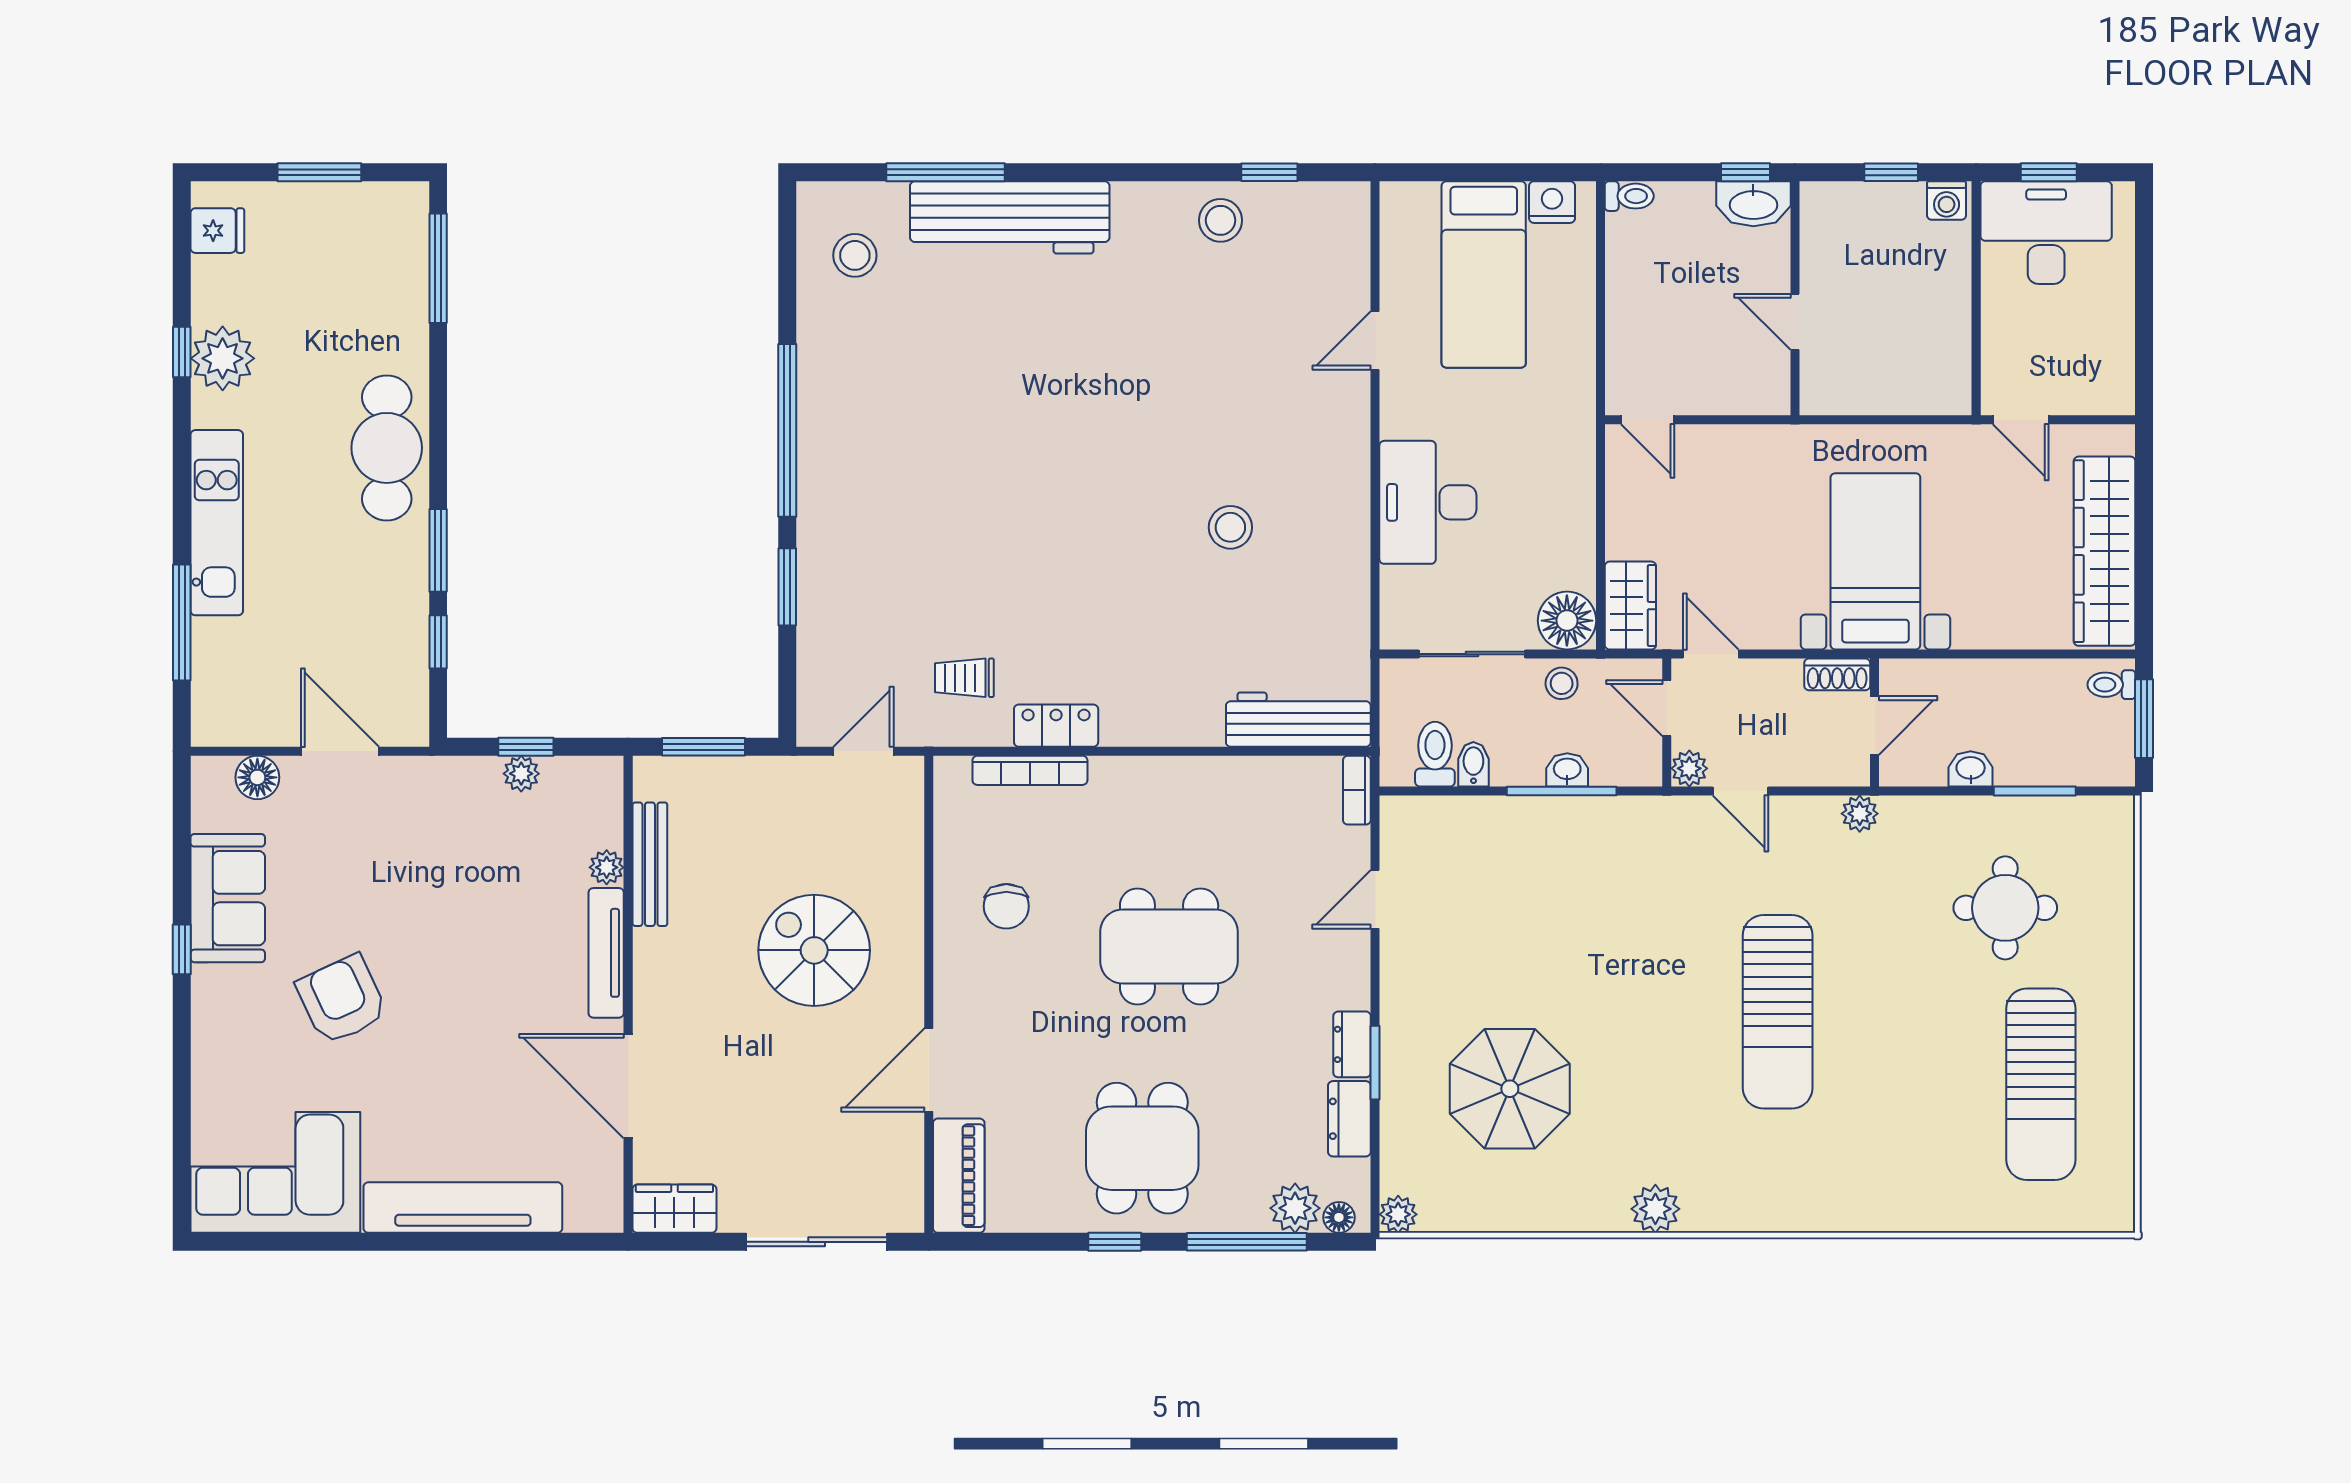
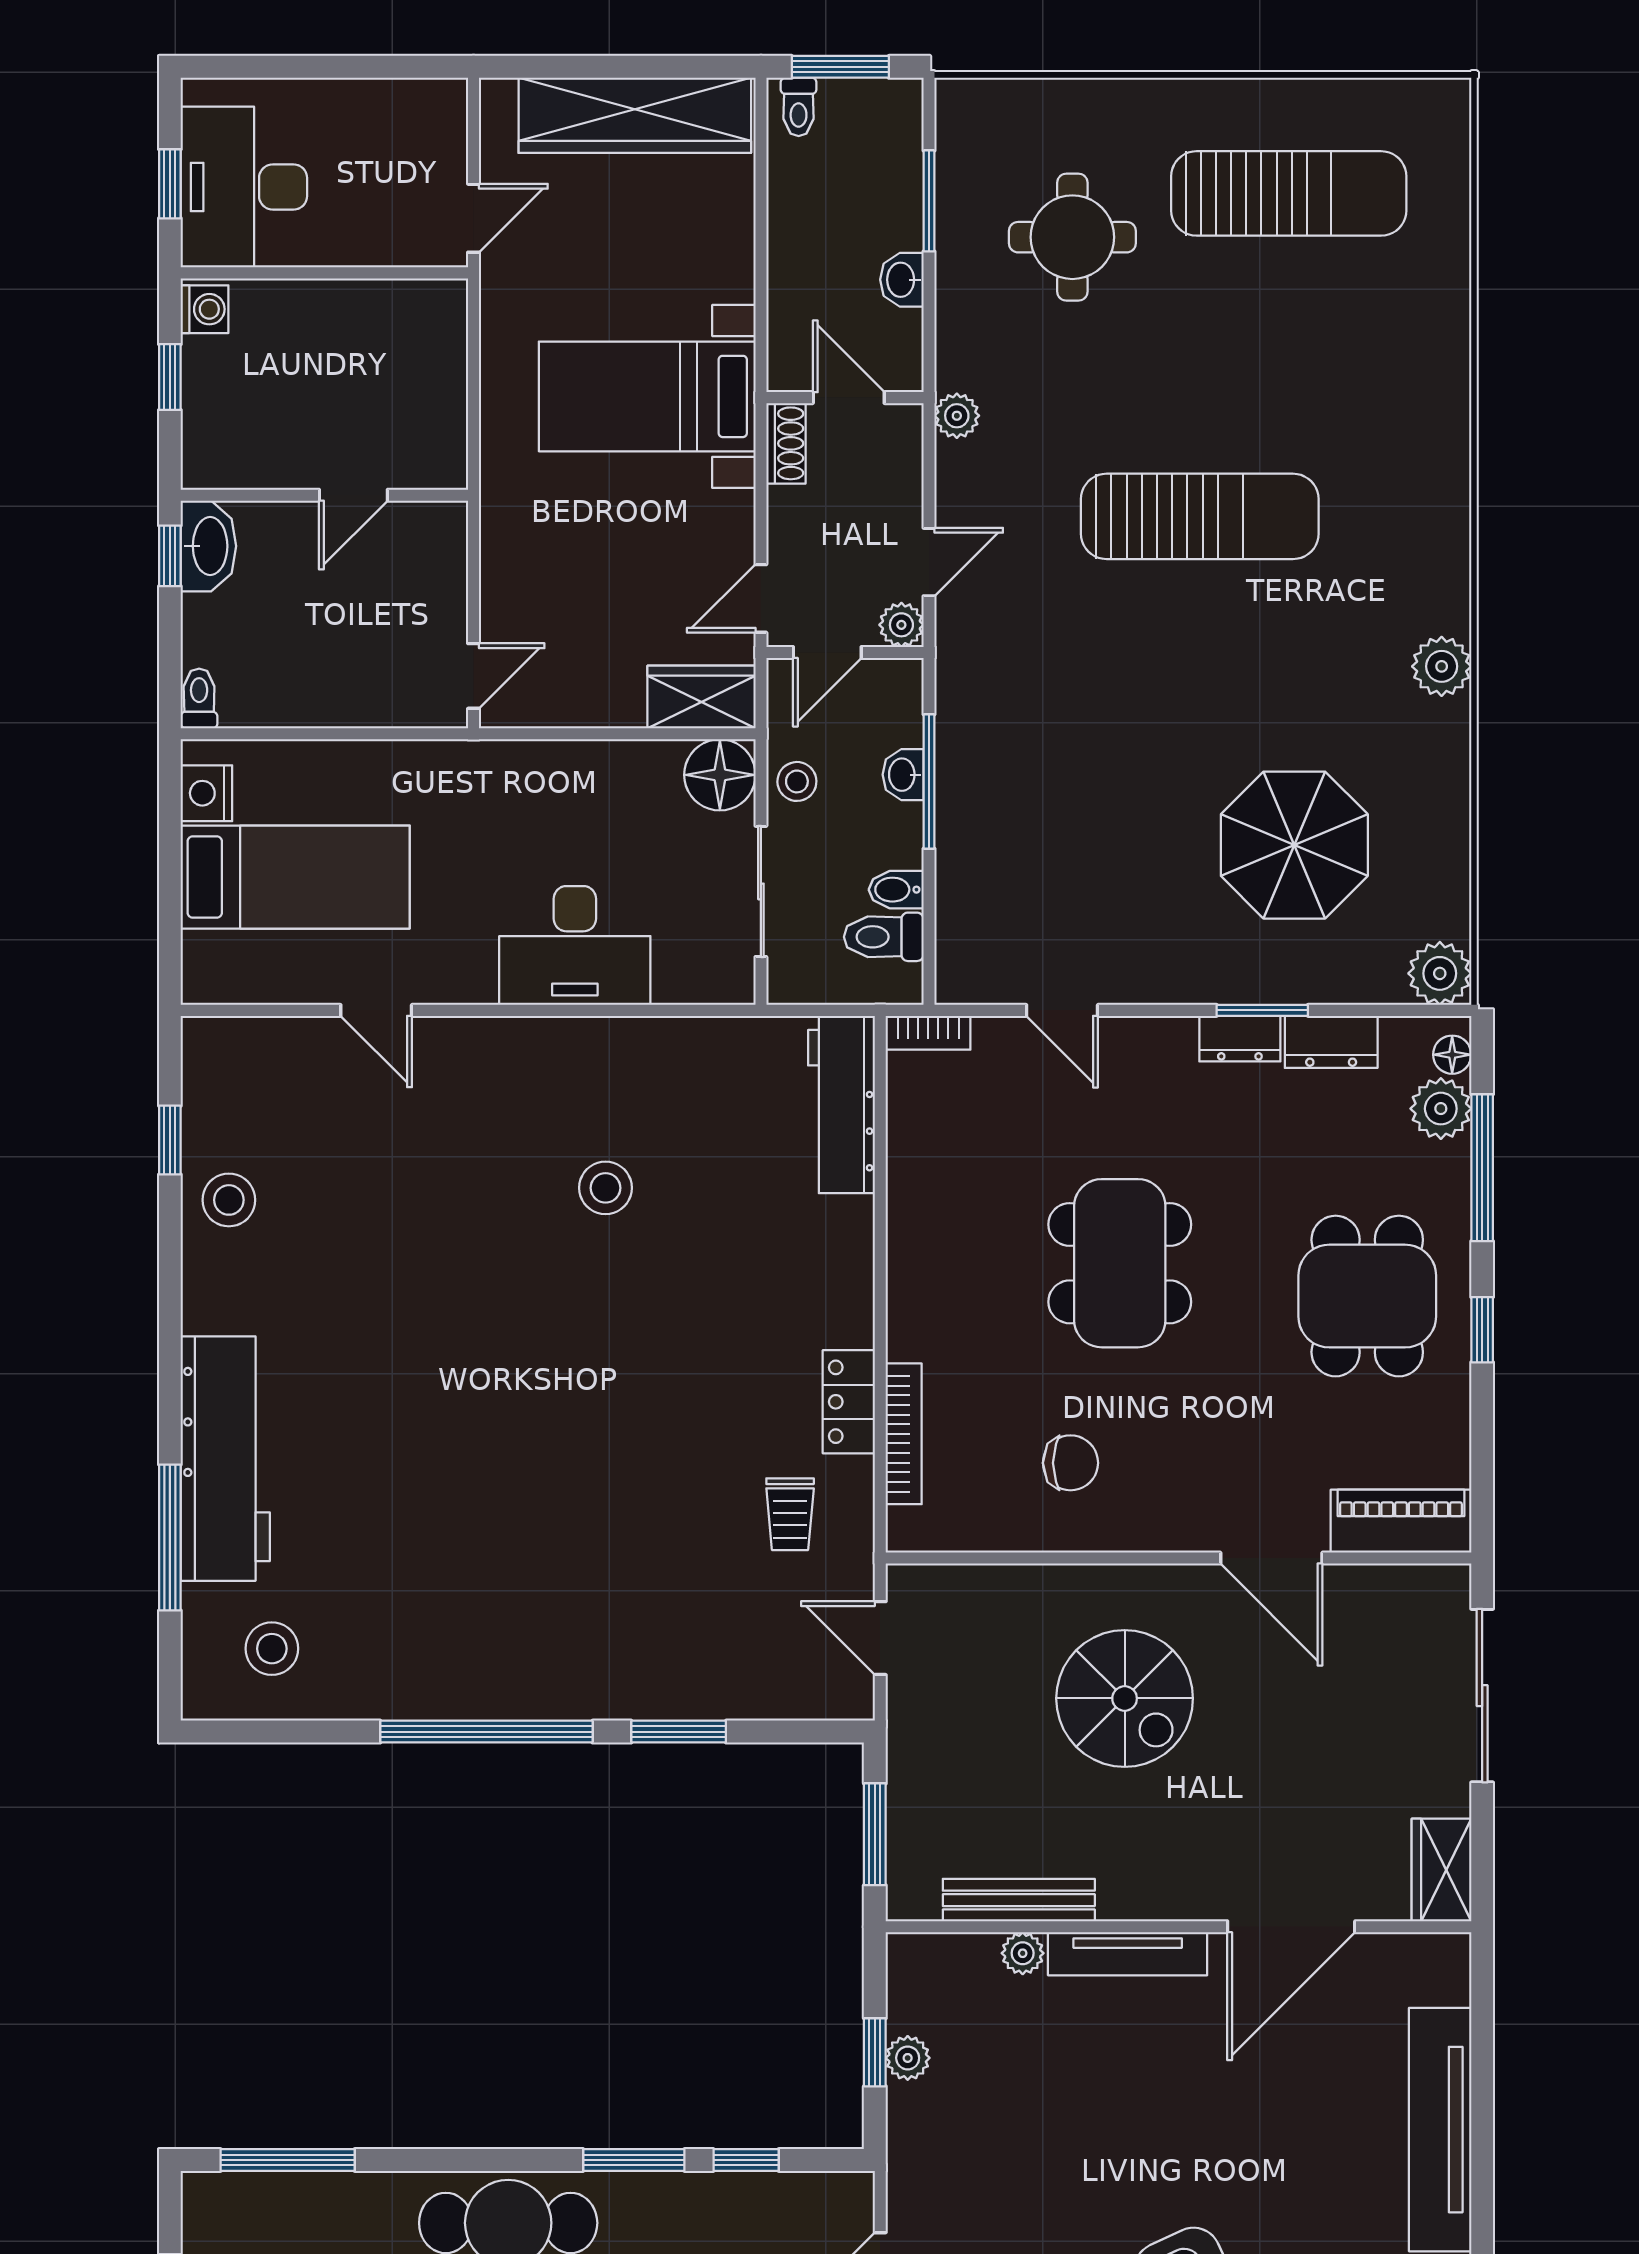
spiral stairs: (814, 950) -> (1125, 1698), turned -90
dining table: (1142, 1148) -> (1367, 1296), turned 90
plant: (1398, 1214) -> (1440, 973), width x1.38, depth x1.38

